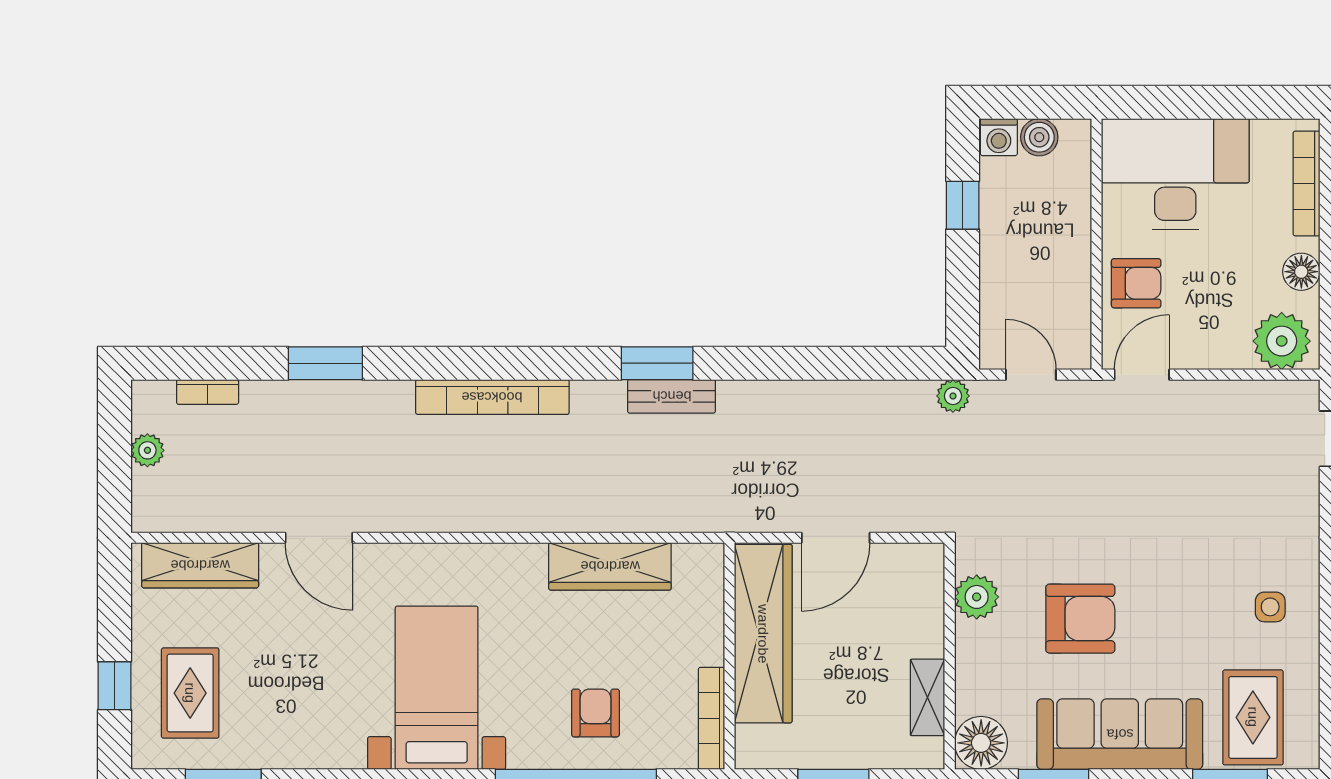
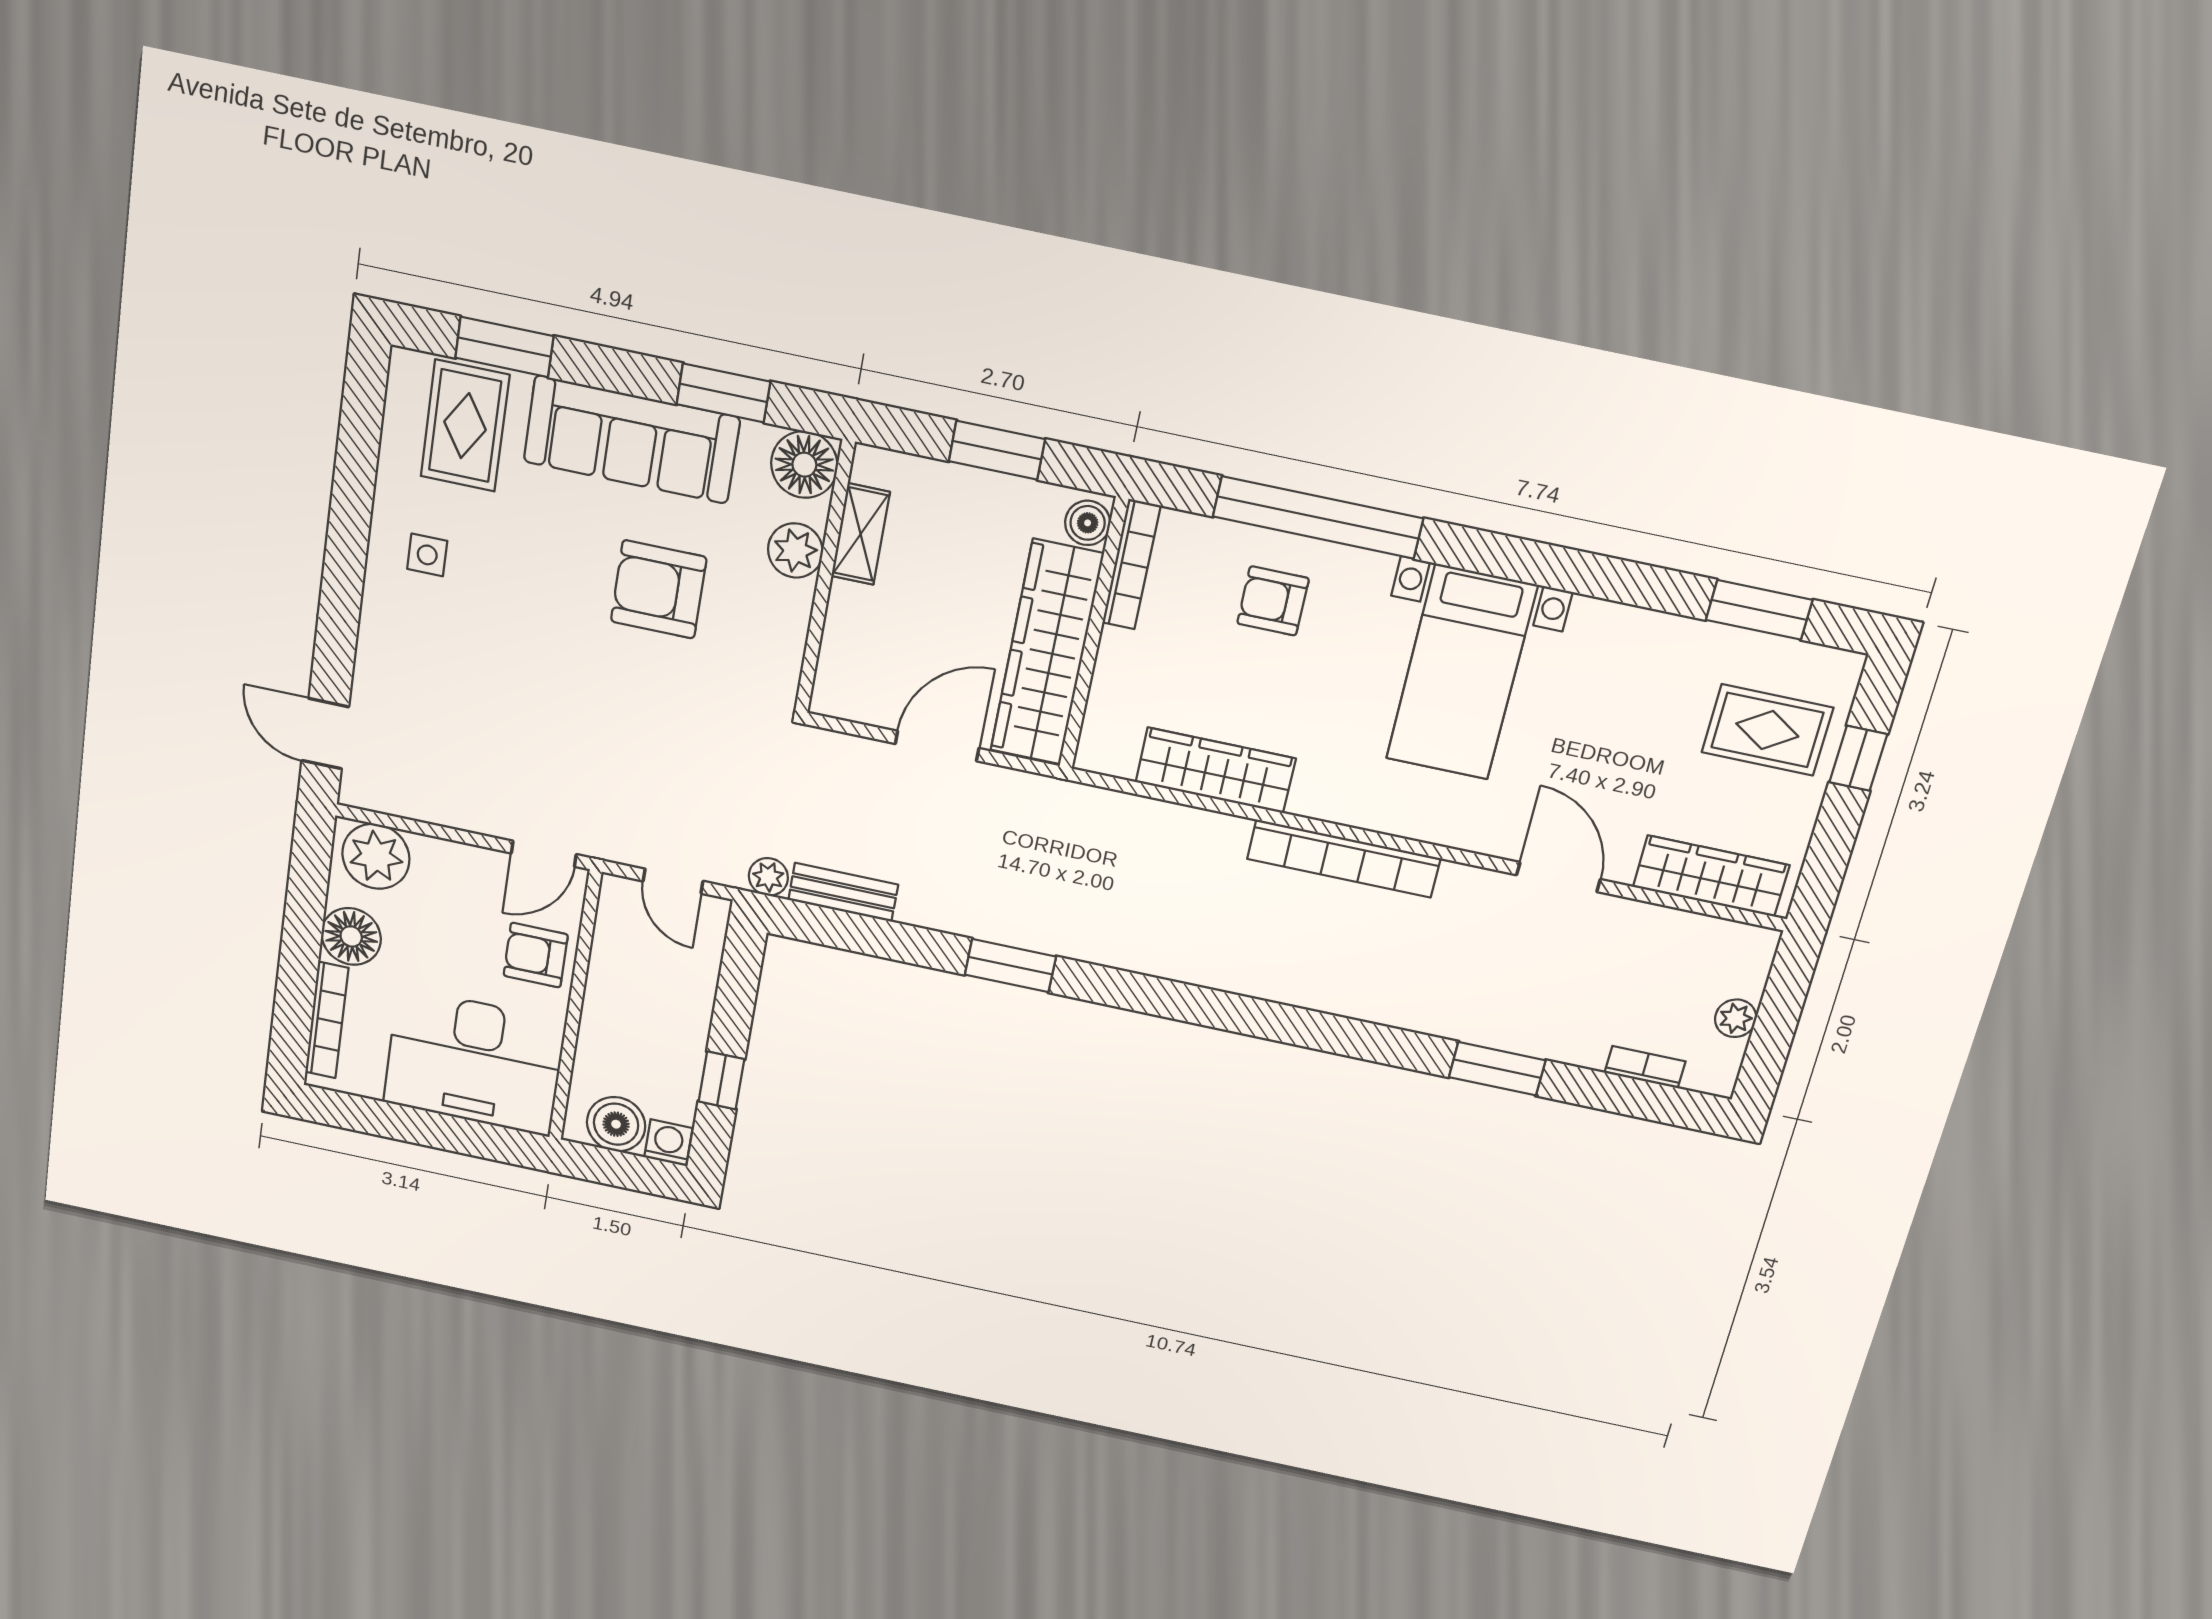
boiler: (1039, 137) -> (616, 1124), width x1.36, depth x1.36
floor lamp: (1301, 272) -> (351, 936), width x1.38, depth x1.38
window: (657, 363) -> (1010, 966), moved
bench: (672, 396) -> (843, 892), moved
bookcase: (492, 397) -> (1344, 858), moved, turned 180
plant: (977, 597) -> (795, 550), moved
rug: (190, 693) -> (1767, 730), turned 90
armchair: (595, 713) -> (1273, 601), turned 90
boiler: (752, 744) -> (1088, 523), added

